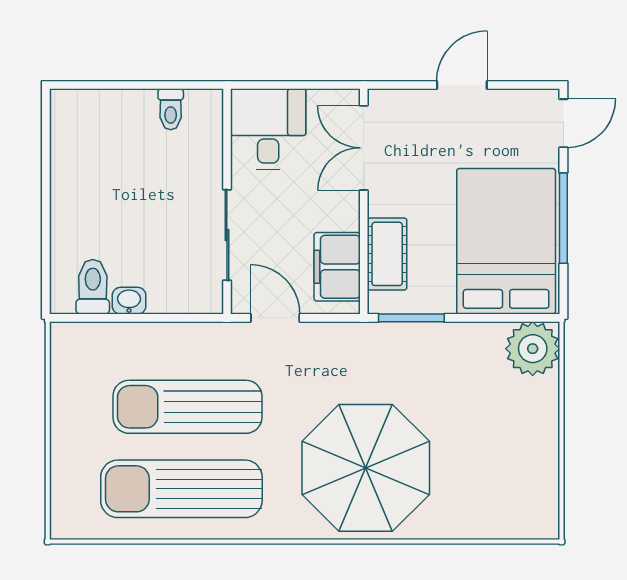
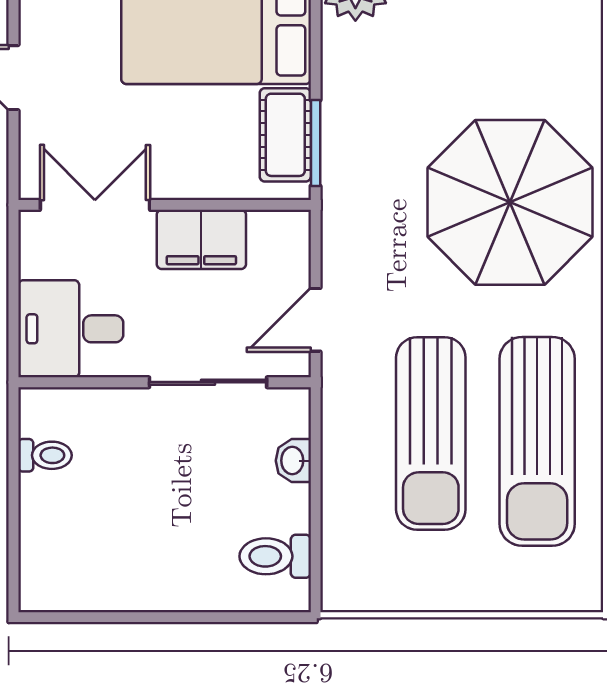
double door: (364, 148) -> (95, 205), swing flipped
cot: (387, 254) -> (285, 135), moved, turned 90
filing cabinet: (337, 267) -> (201, 239), moved
washbasin: (129, 301) -> (293, 461), moved

